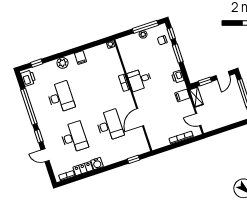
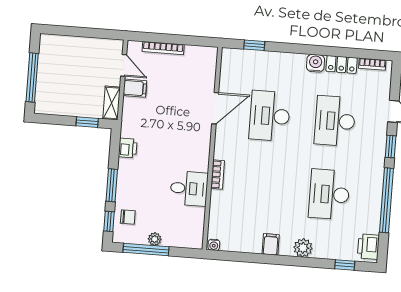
door: (223, 75) -> (55, 120), removed
desk: (140, 80) -> (189, 188), moved
filing cabinet: (182, 95) -> (135, 88), moved

